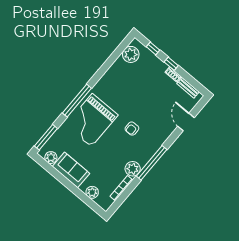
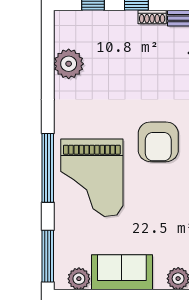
plant: (131, 54) -> (69, 64), moved
armchair: (132, 129) -> (158, 142), width x1.88, depth x1.88

